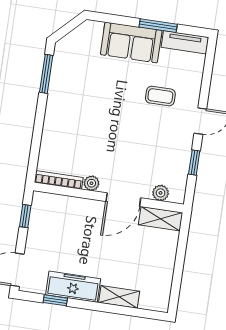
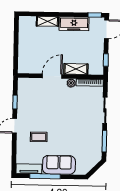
window: (158, 26) -> (45, 176), width x1.44
sliding door: (38, 128) -> (105, 110), added
plant: (161, 193) -> (32, 83), removed
shelving: (161, 219) -> (76, 69), moved
window: (55, 300) -> (95, 15), moved

